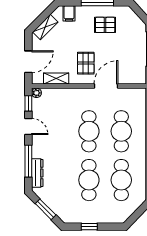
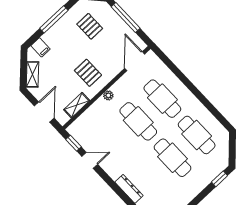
pallet: (105, 25) -> (90, 26), moved, turned 90
door: (106, 86) -> (135, 61), moved
plant: (36, 93) -> (108, 95), moved
window: (28, 161) -> (114, 186), removed
window: (89, 227) -> (220, 179), moved

